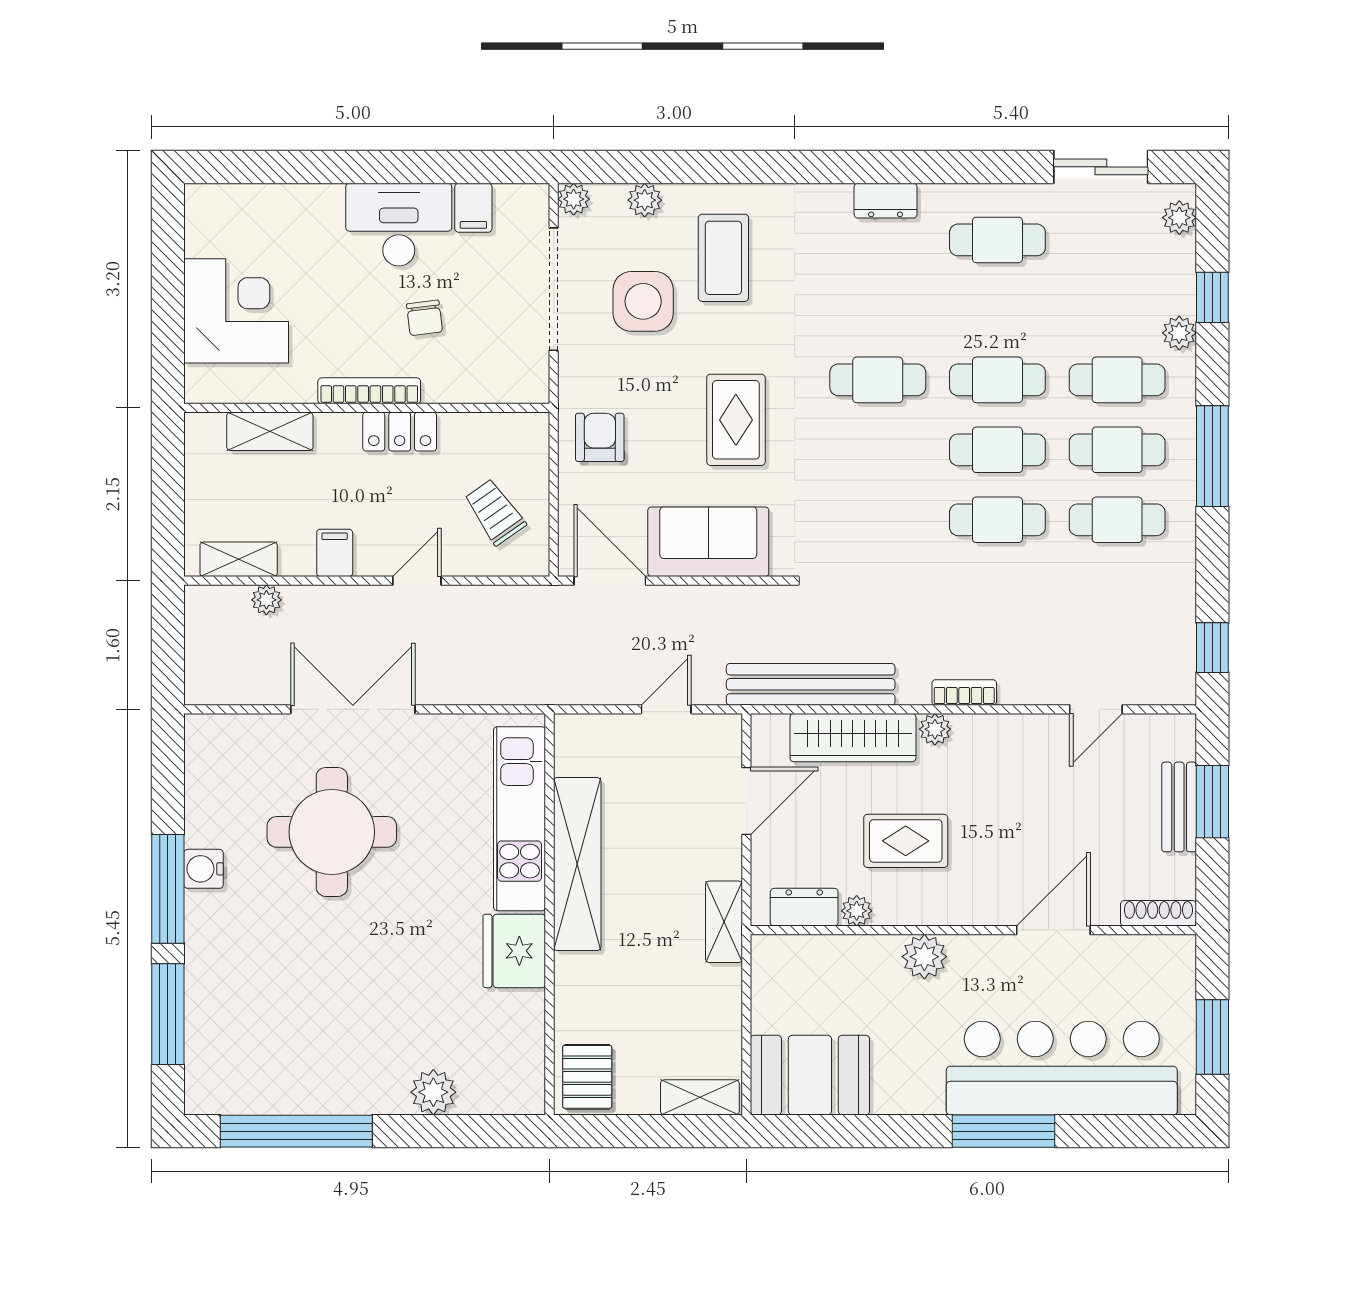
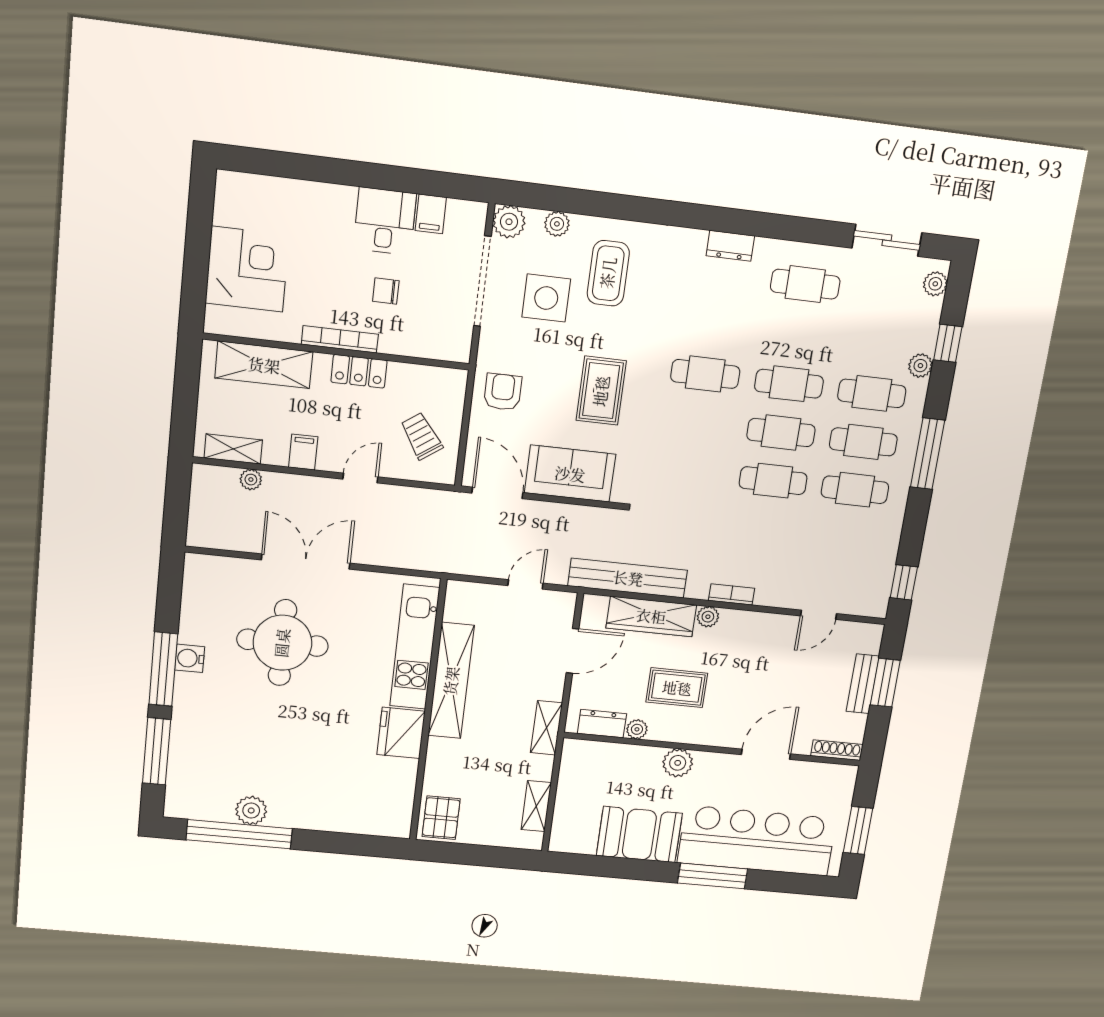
plant: (574, 199) -> (509, 222), width x1.38, depth x1.38
desk: (399, 225) -> (385, 221), width x0.73
chair: (425, 318) -> (386, 291), turned 97
shelving: (270, 431) -> (264, 365), width x1.50, depth x1.33
booth: (810, 1075) -> (639, 834), moved
plant: (433, 1092) -> (251, 810), moved
shelving: (700, 1097) -> (536, 806), moved, turned 90

